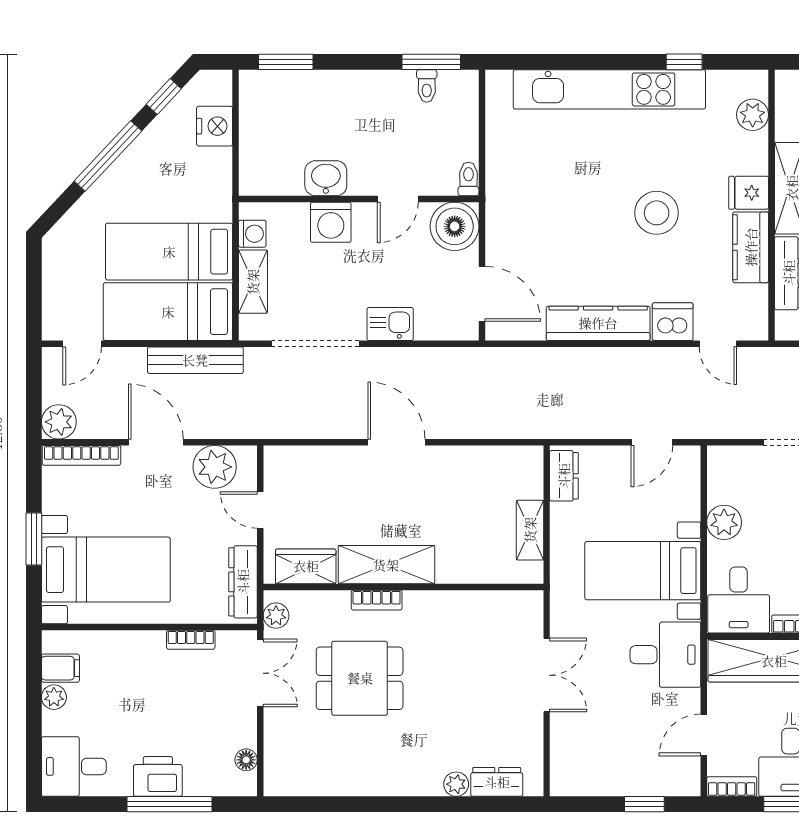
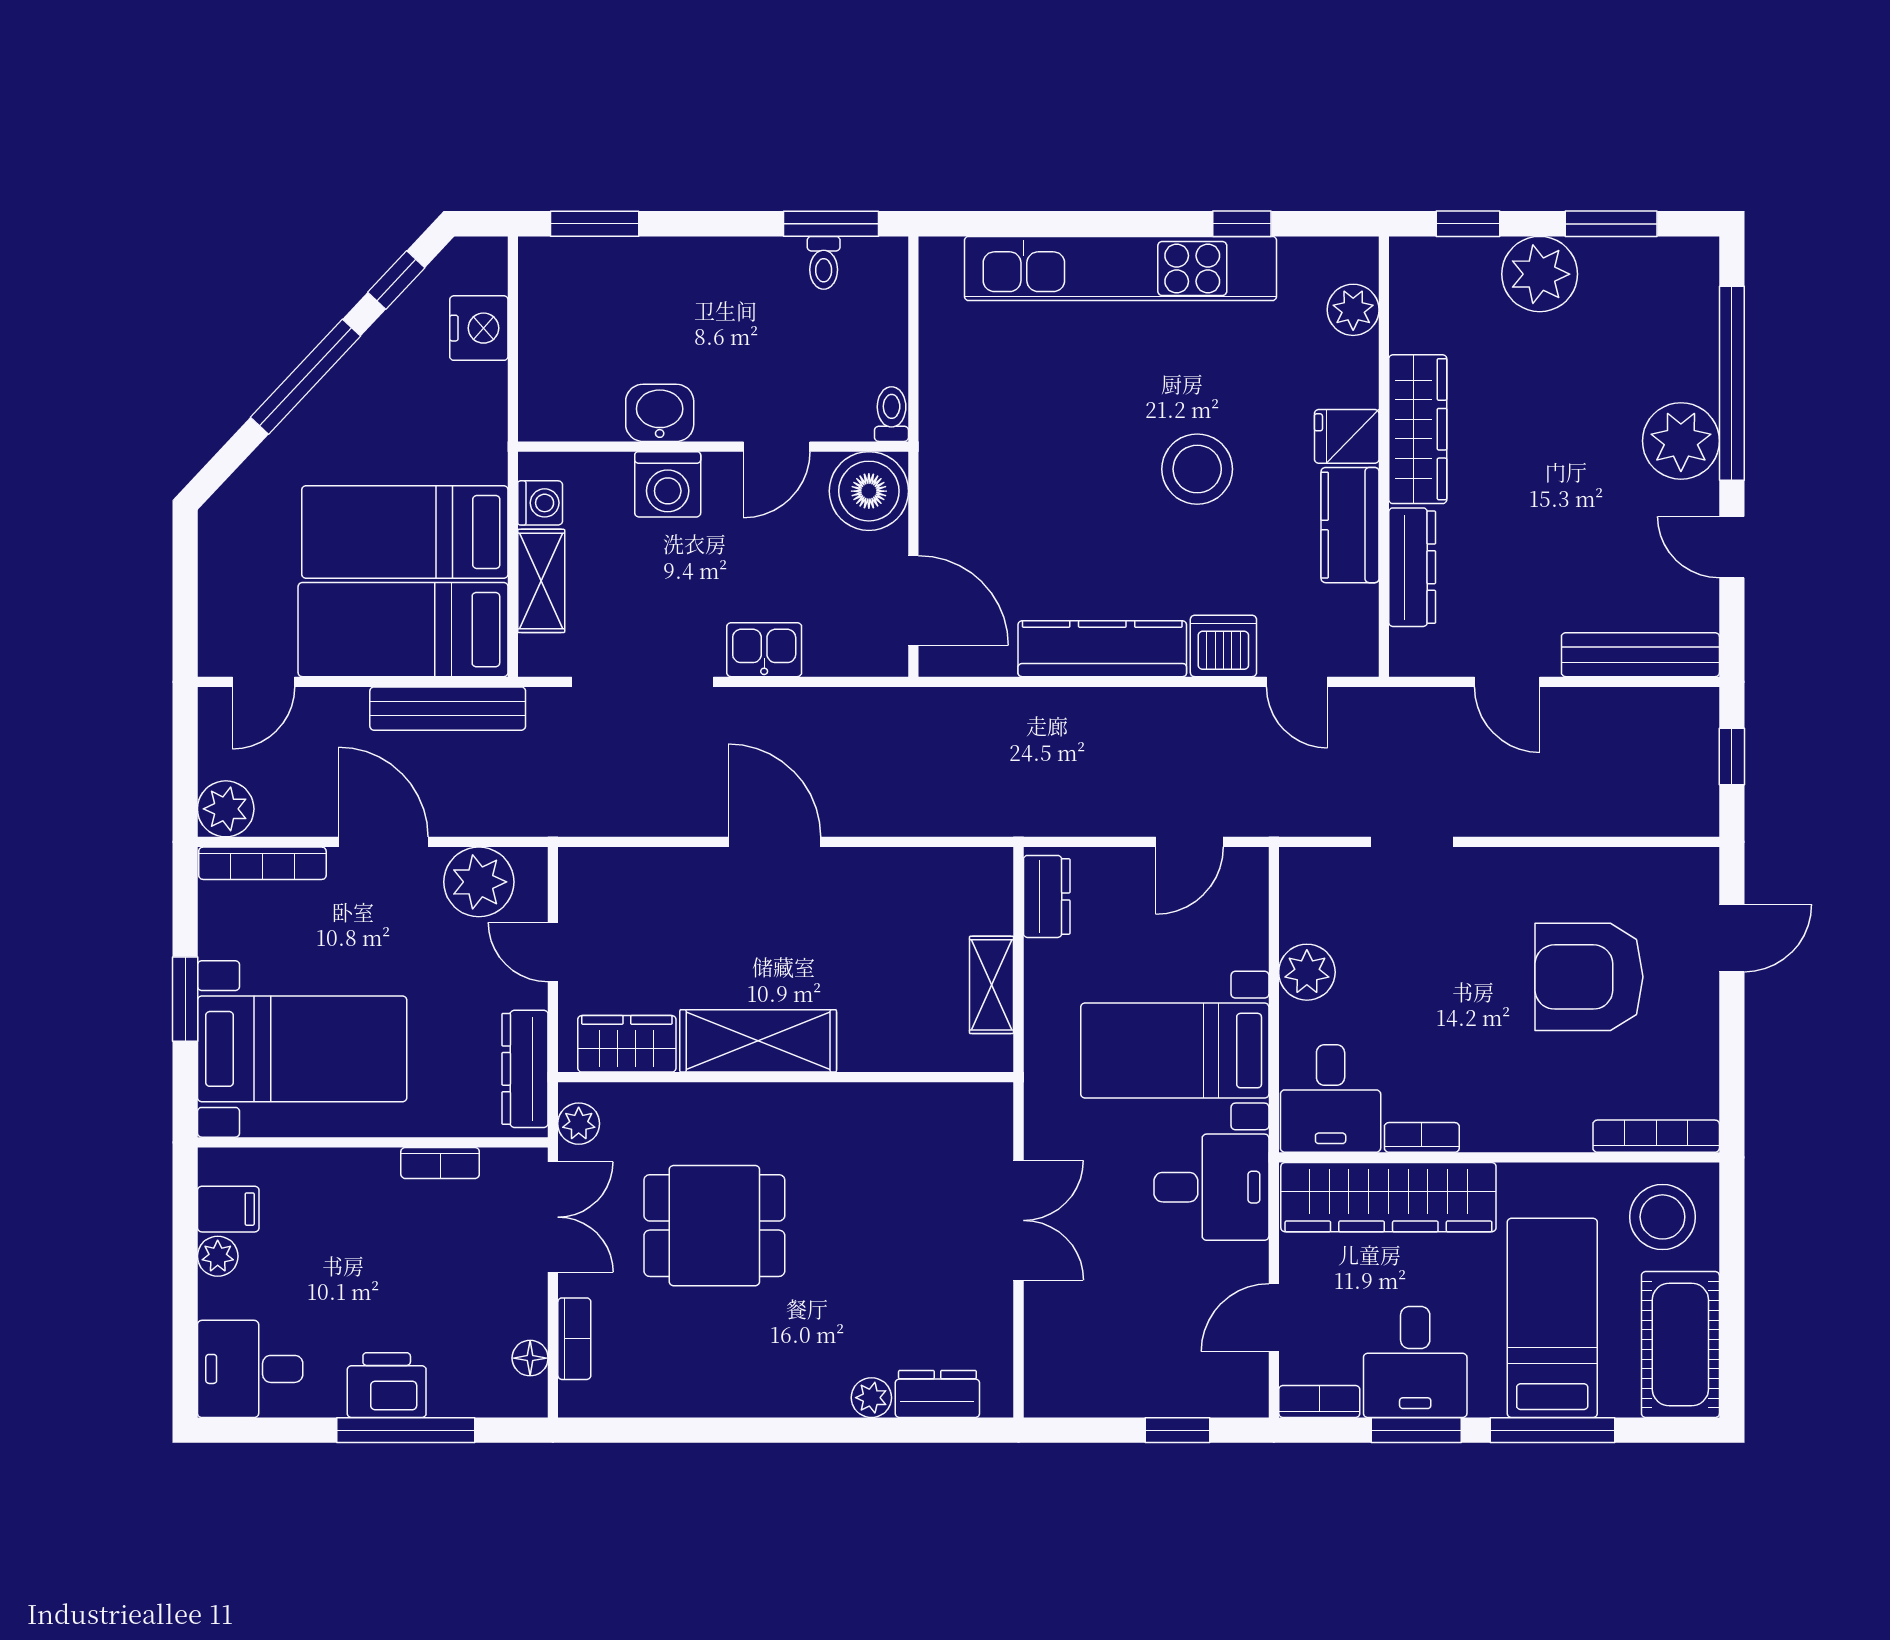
bookcase: (377, 600) -> (574, 1339), moved, turned -90

